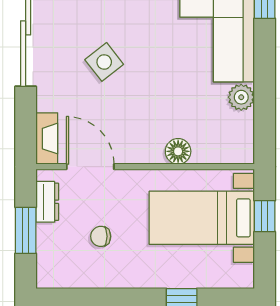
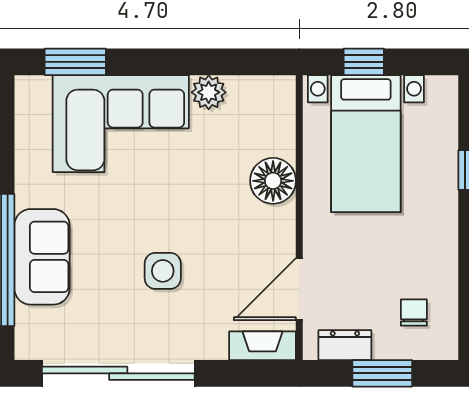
side table: (104, 62) -> (163, 271), turned 38
floor lamp: (178, 151) -> (273, 181), width x1.38, depth x1.38
chair: (101, 236) -> (414, 313), moved, turned 180

